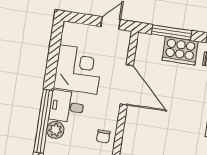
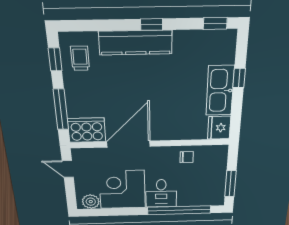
cooker: (180, 51) -> (87, 130), moved, turned -90
plant: (55, 130) -> (91, 202), moved

